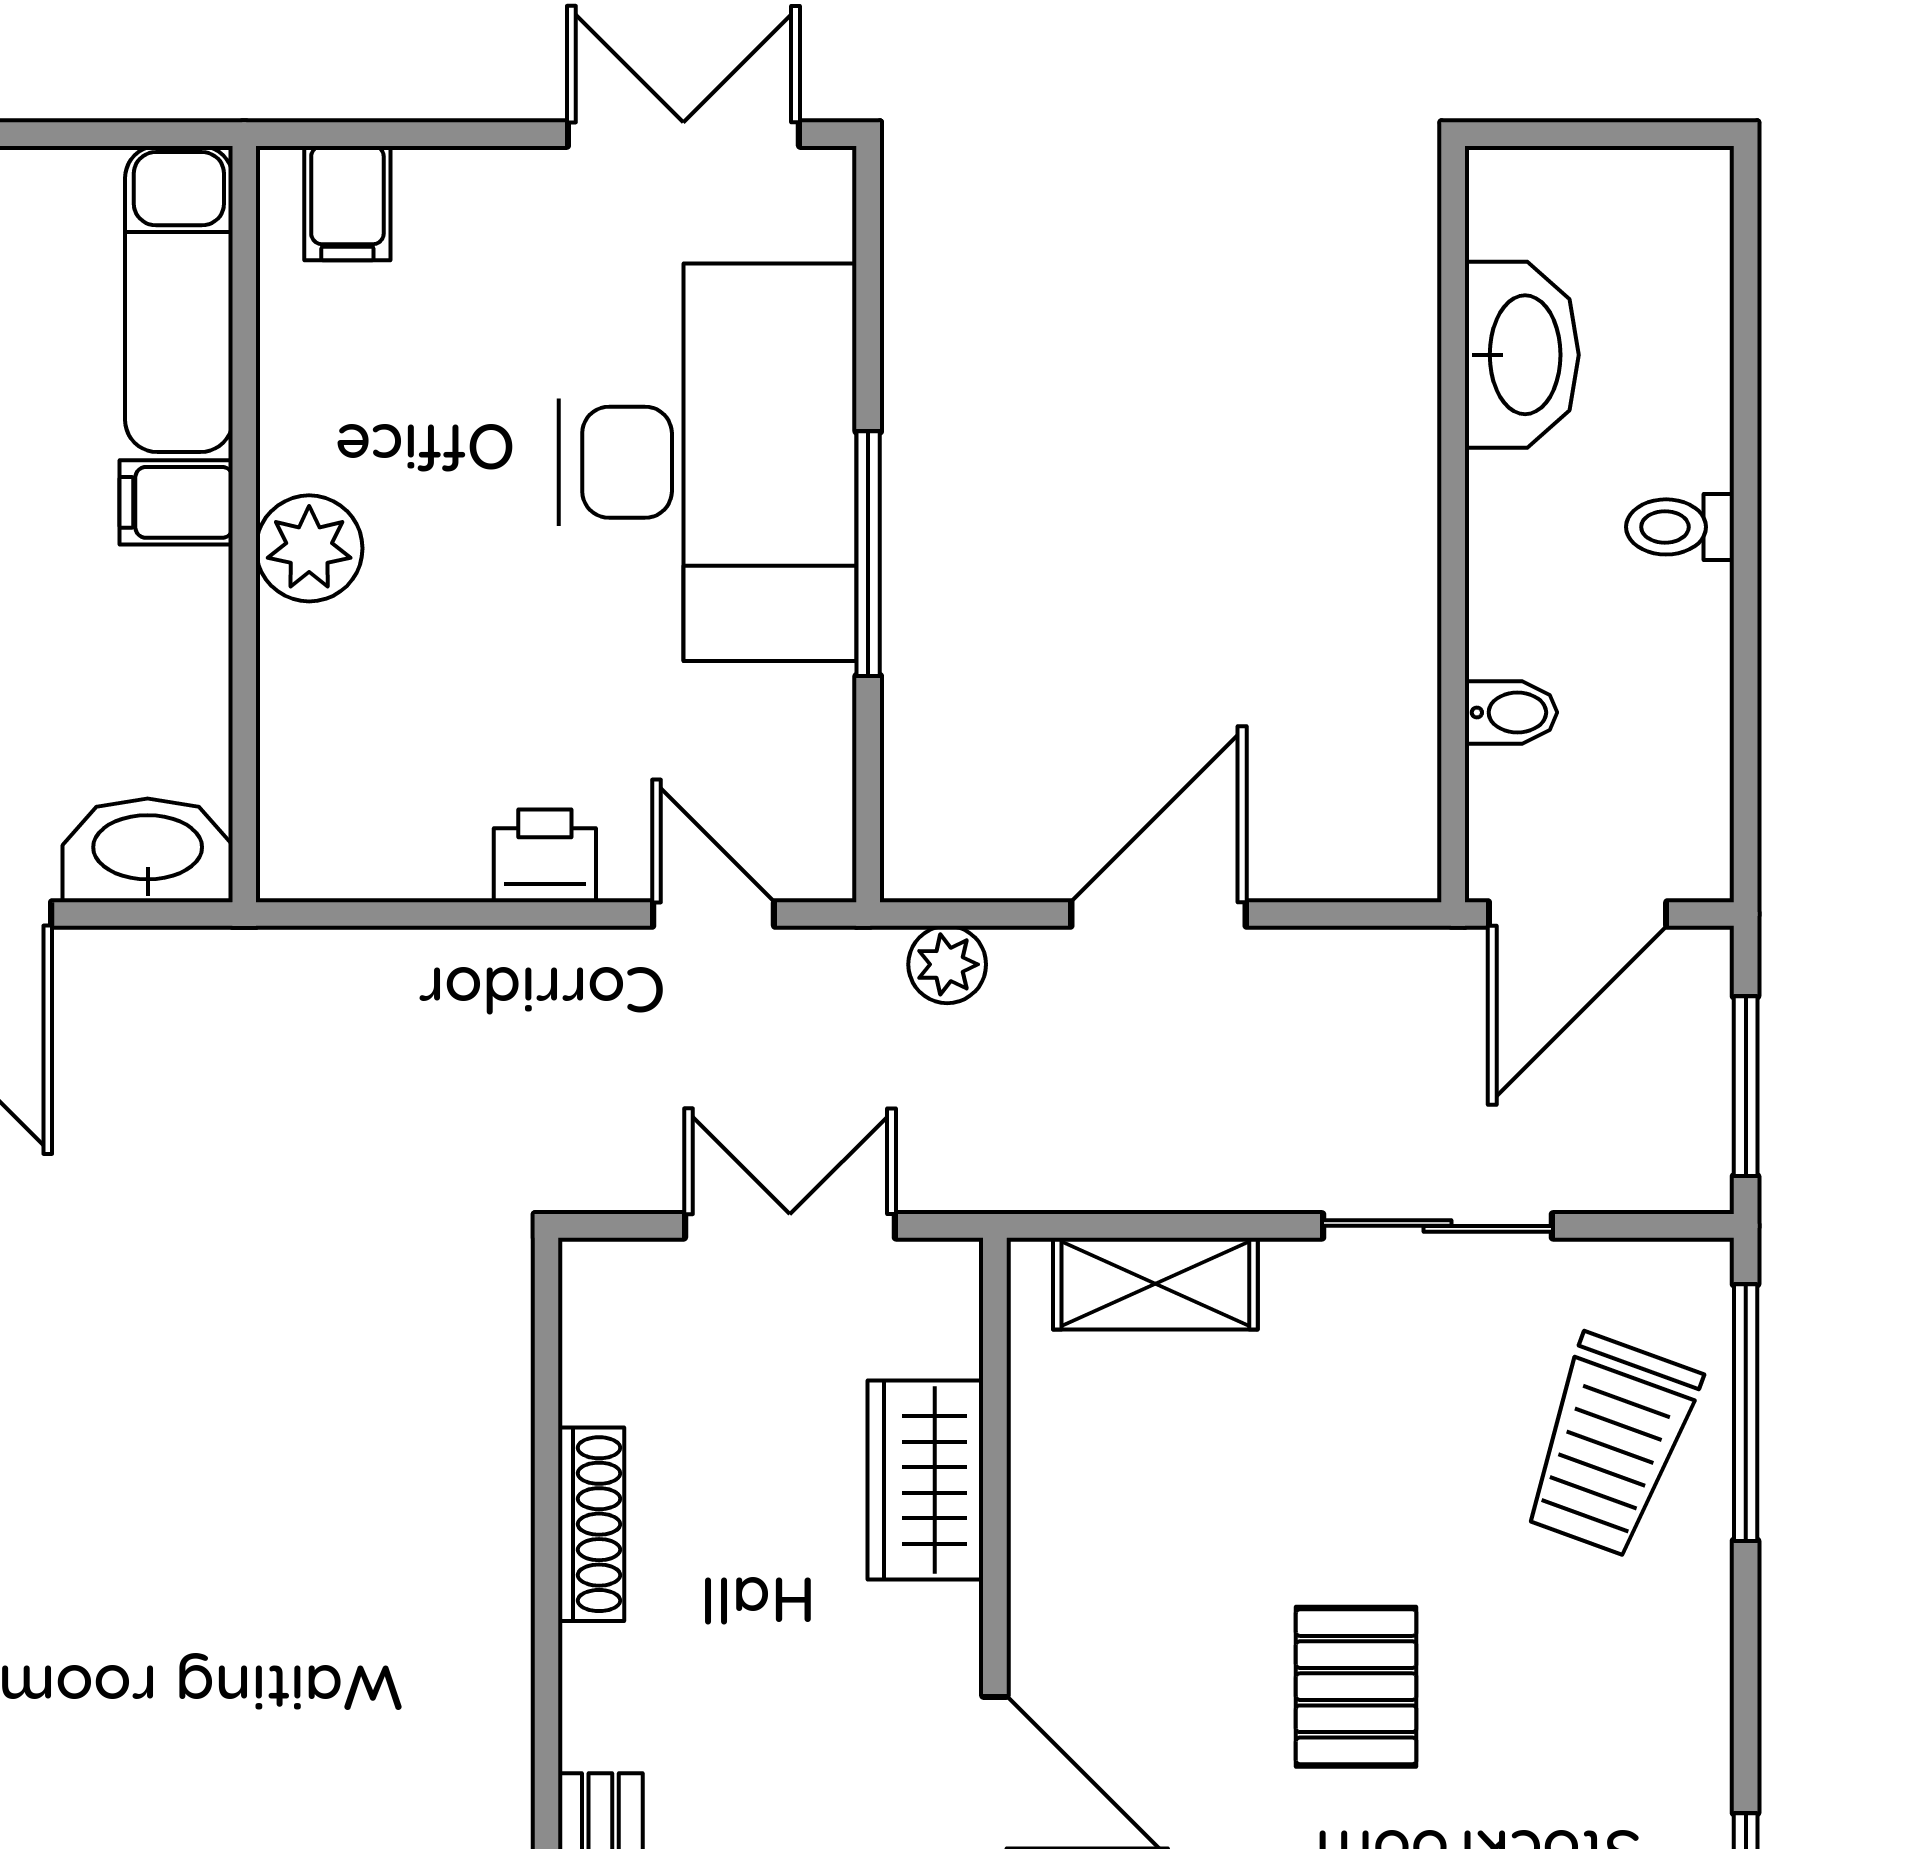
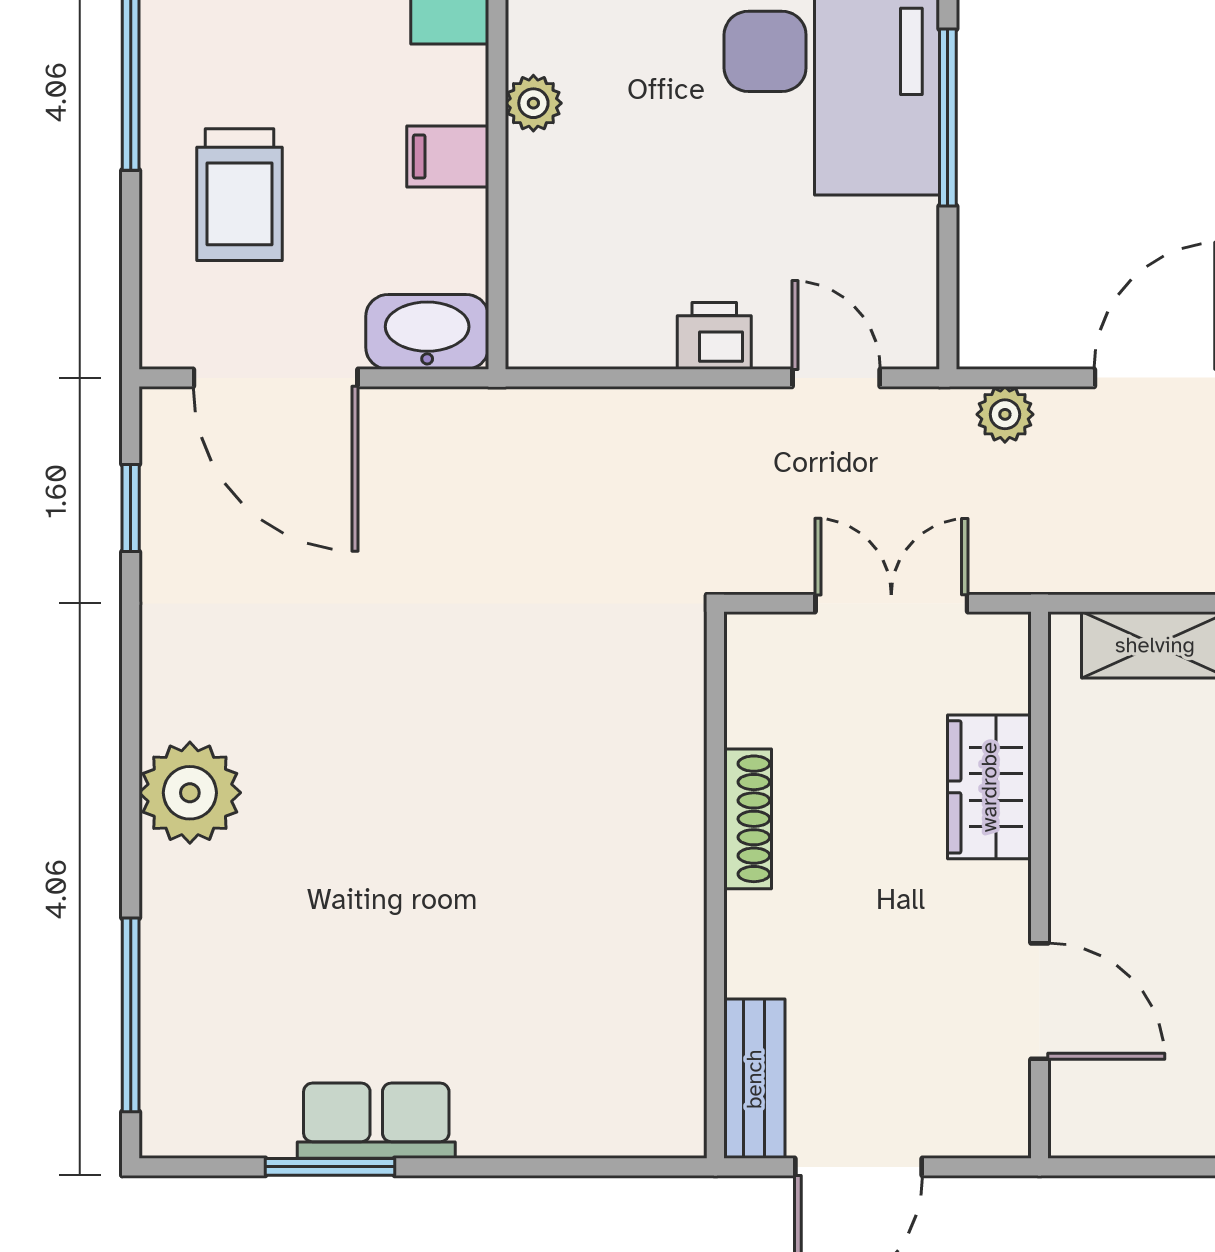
filing cabinet: (176, 502) -> (448, 156), moved
plant: (309, 548) -> (533, 103), width x0.73, depth x0.73

